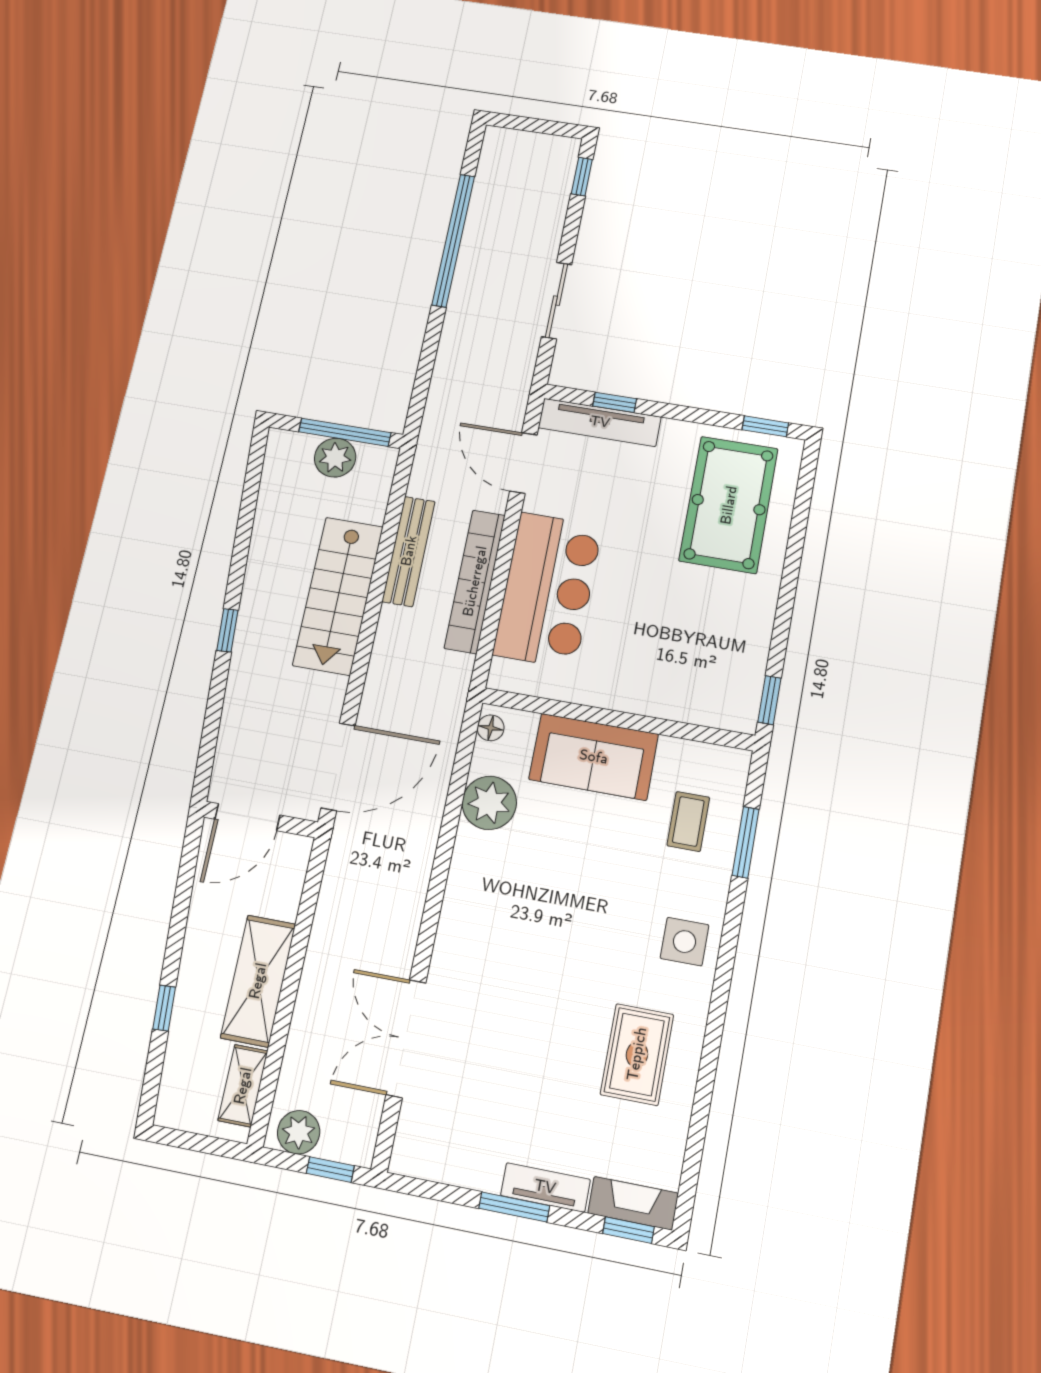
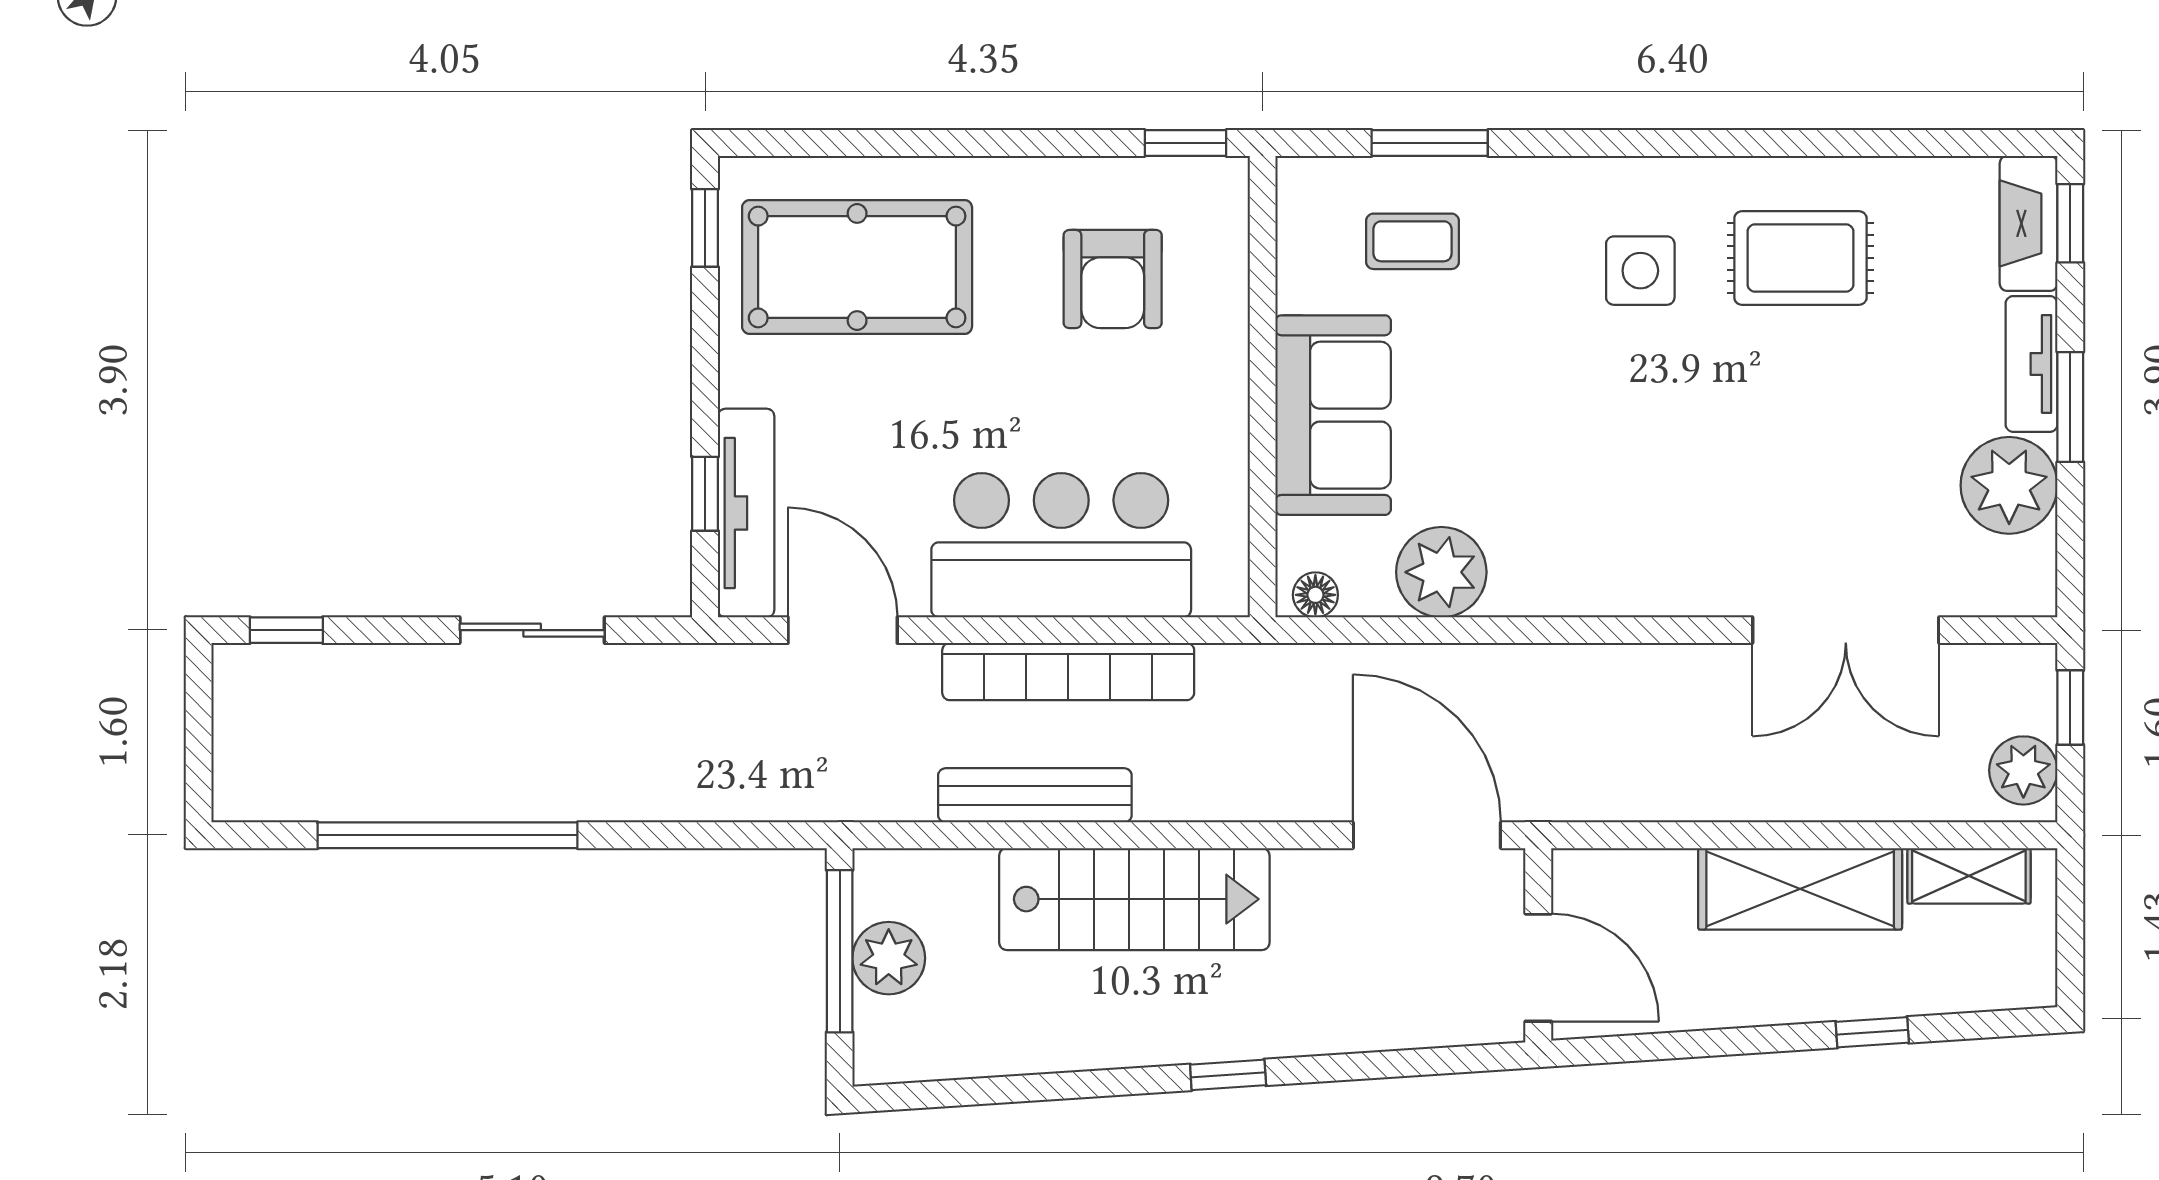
door: (523, 463) -> (843, 630), swing flipped
armchair: (696, 645) -> (1113, 279), added
side table: (685, 942) -> (1640, 271), moved
plant: (473, 1158) -> (2009, 485), added

